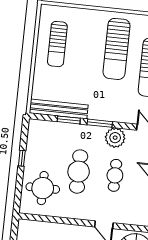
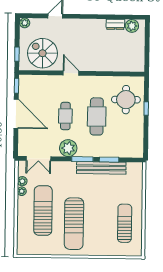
sun lounger: (116, 49) -> (74, 224), turned 180
bench: (59, 109) -> (101, 168), moved
window: (22, 158) -> (146, 108), moved

